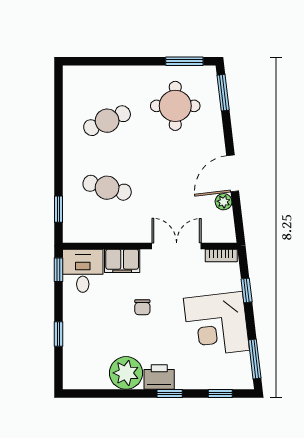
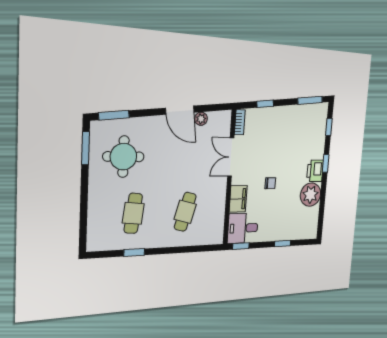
cafe table: (107, 121) -> (133, 213), turned 30
window: (59, 209) -> (134, 252), moved
corner desk: (216, 324) -> (286, 128), removed

